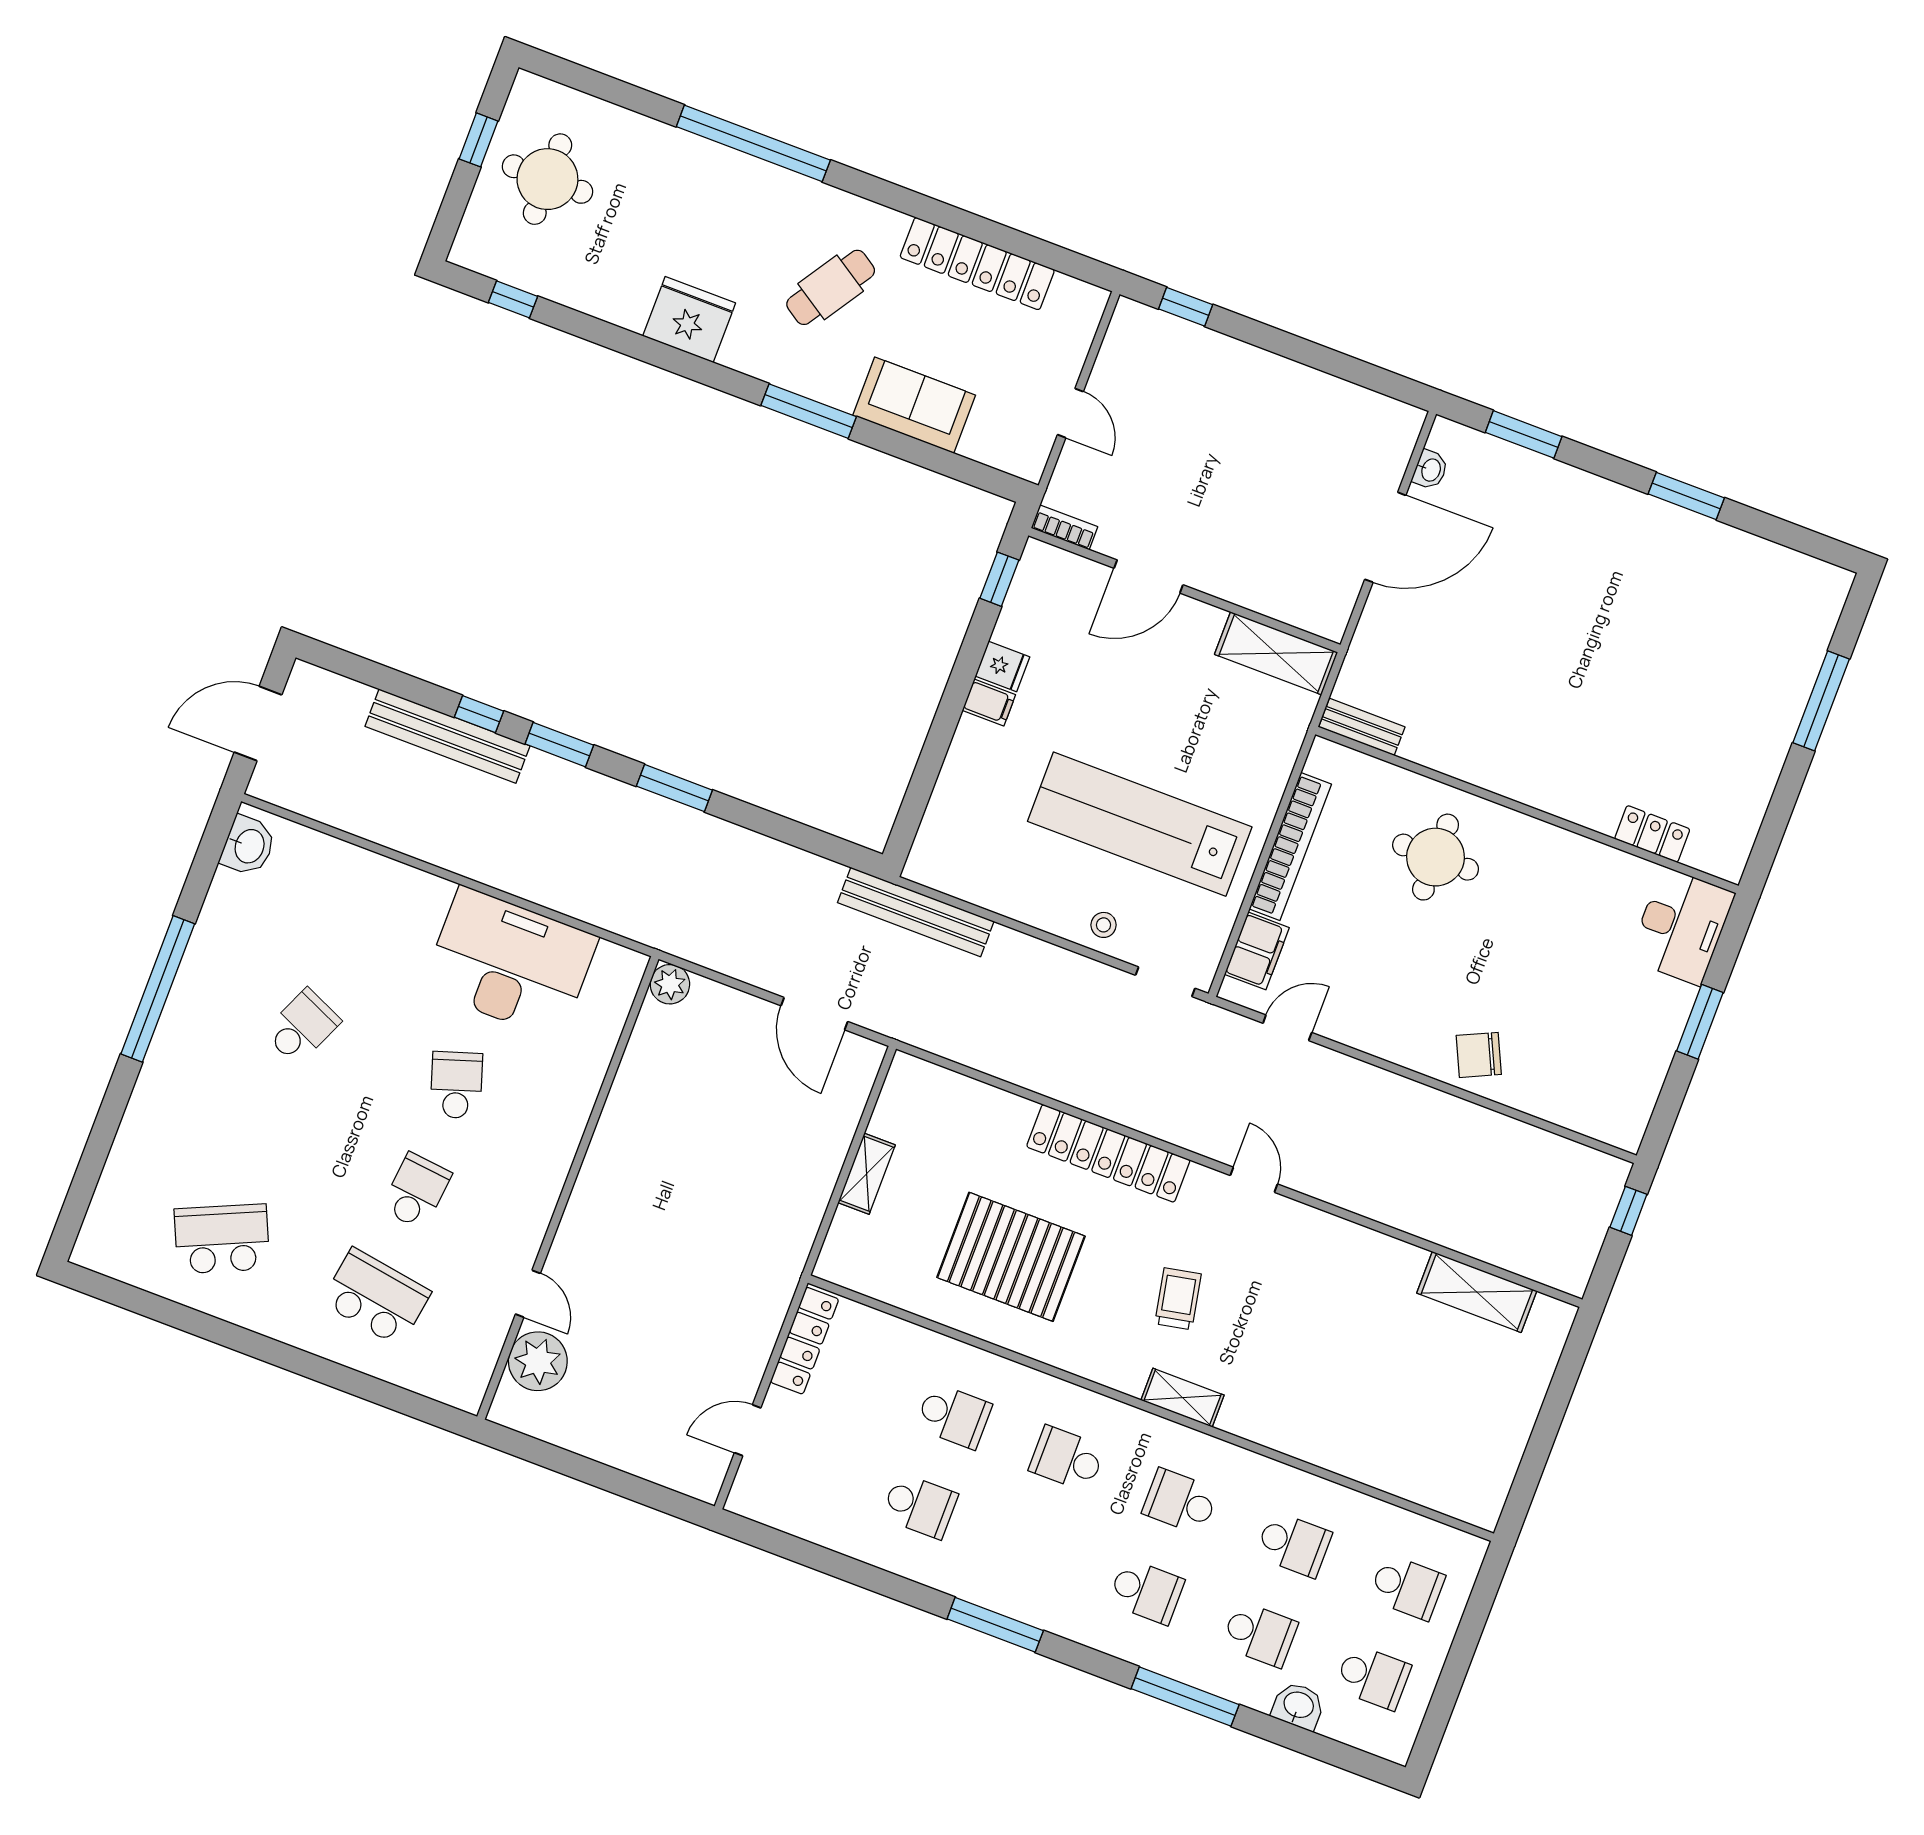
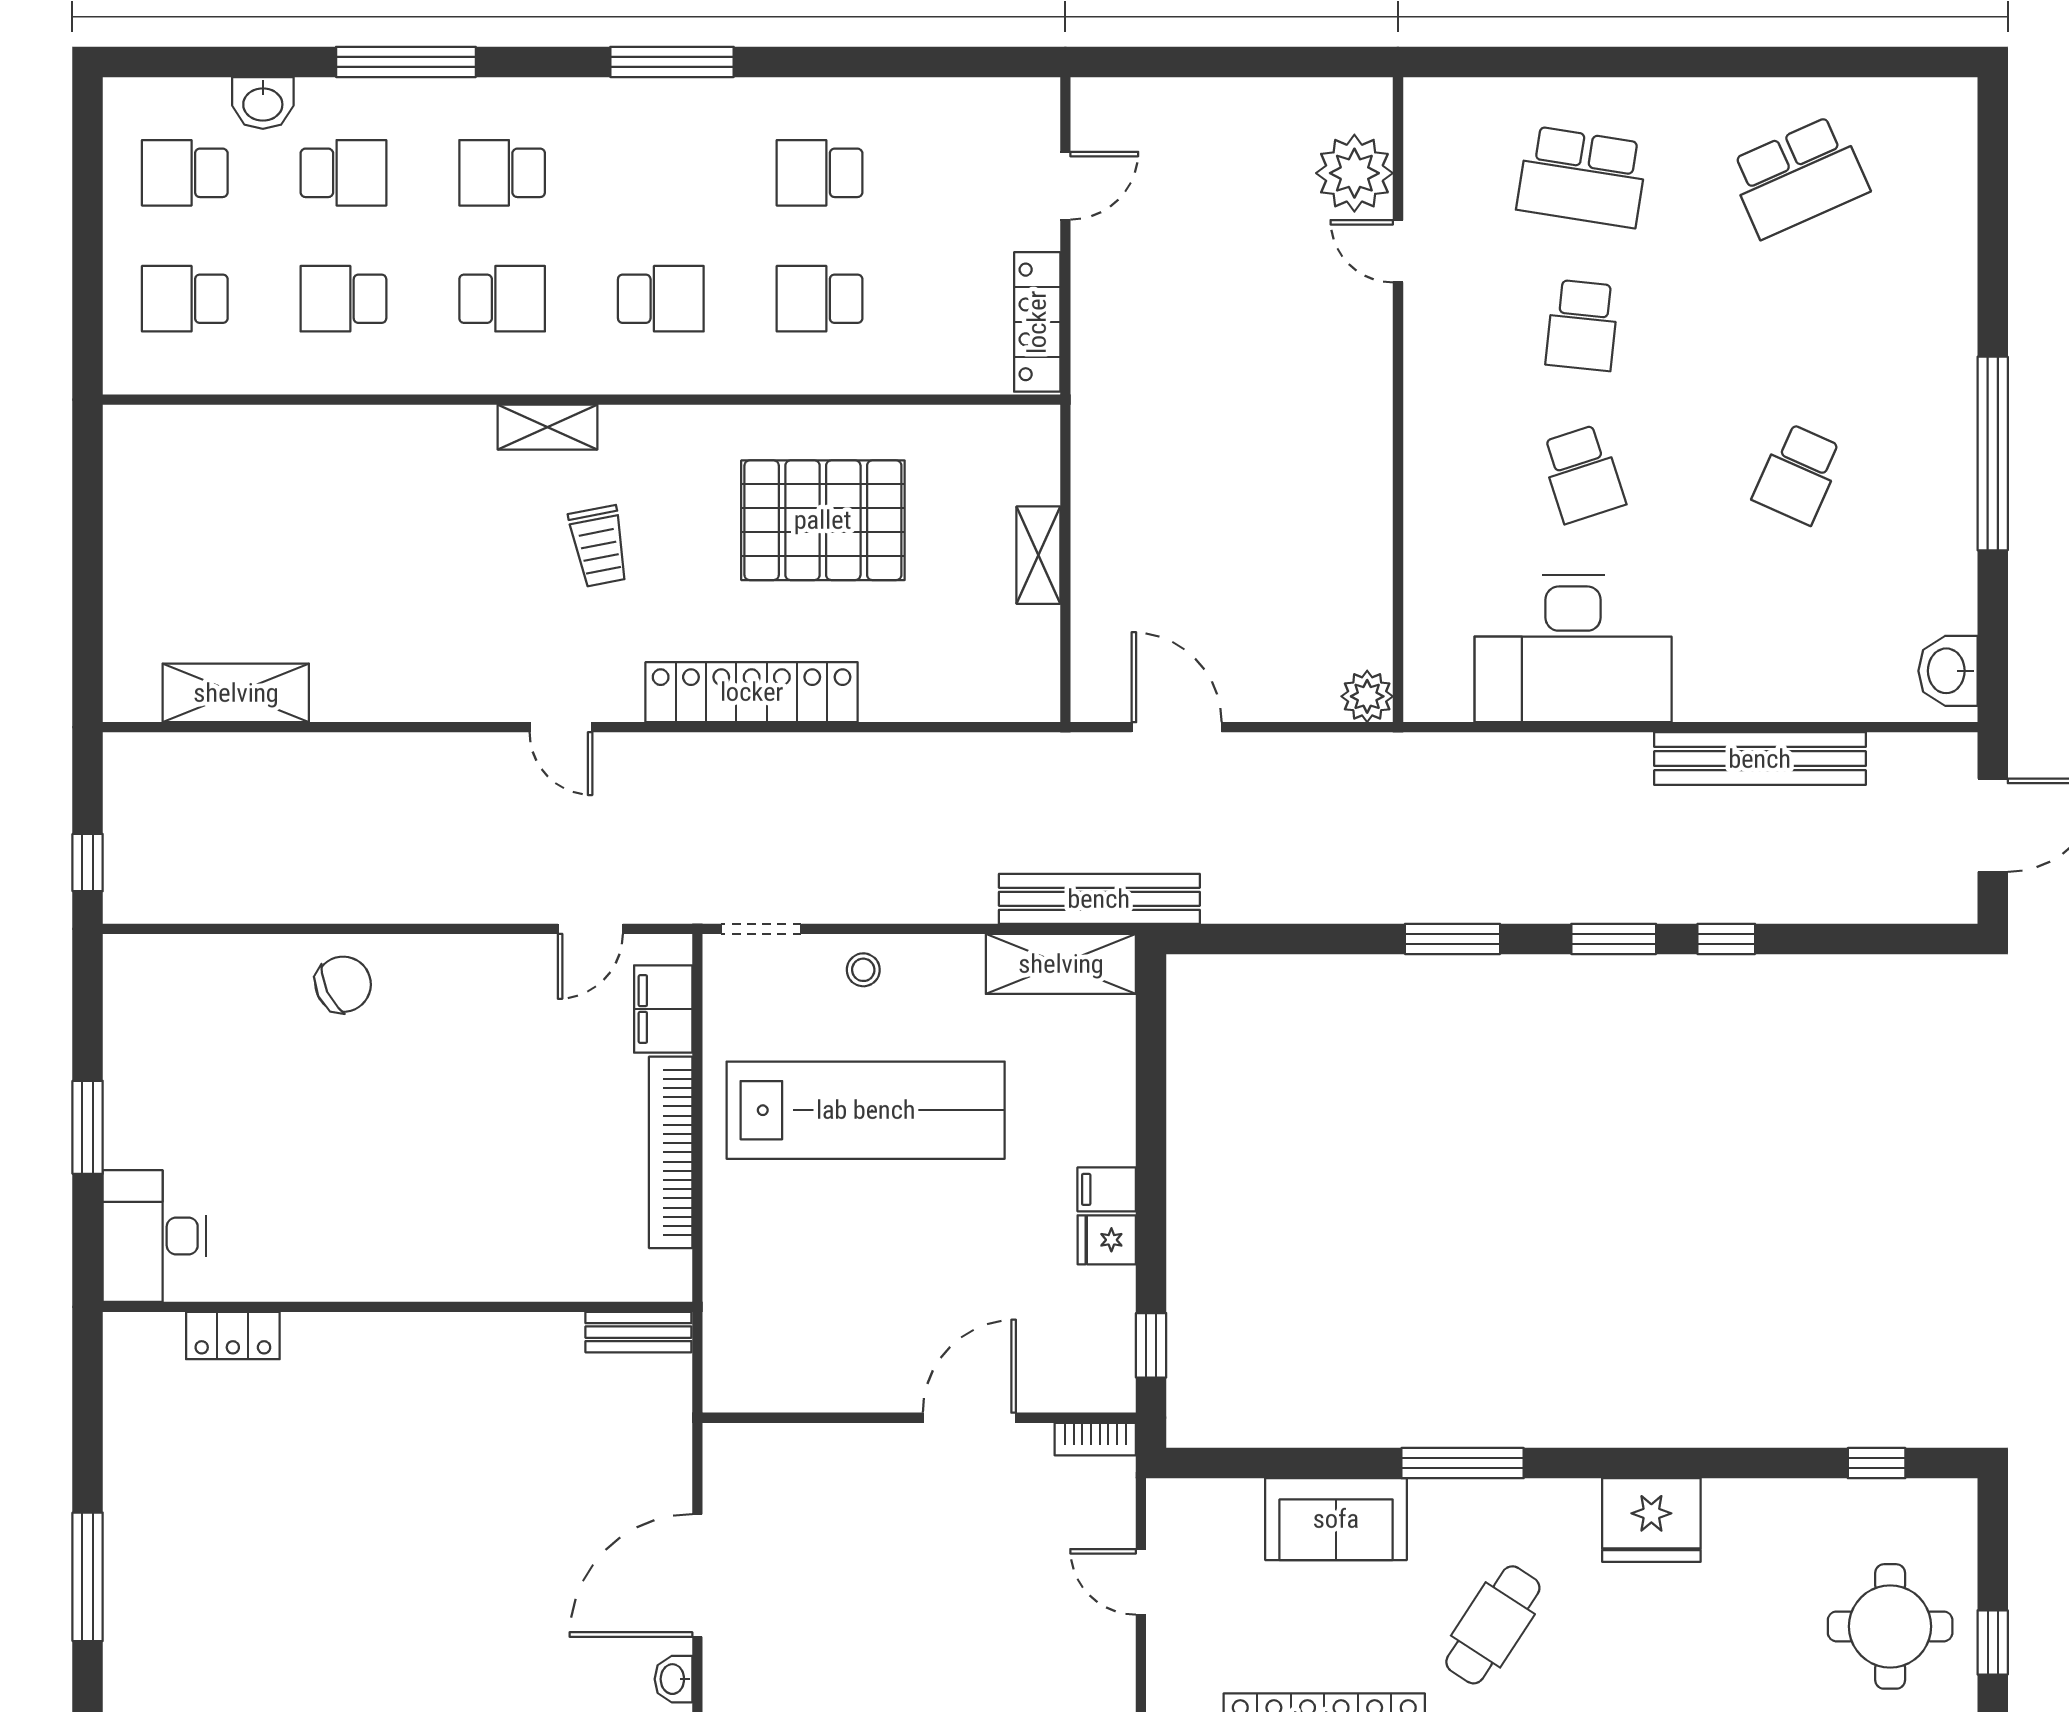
shelving: (1276, 653) -> (1061, 964), moved
bench: (447, 736) -> (1760, 759), moved
round table: (1436, 857) -> (488, 1207), removed
school desk: (1260, 1634) -> (343, 173), turned 180

